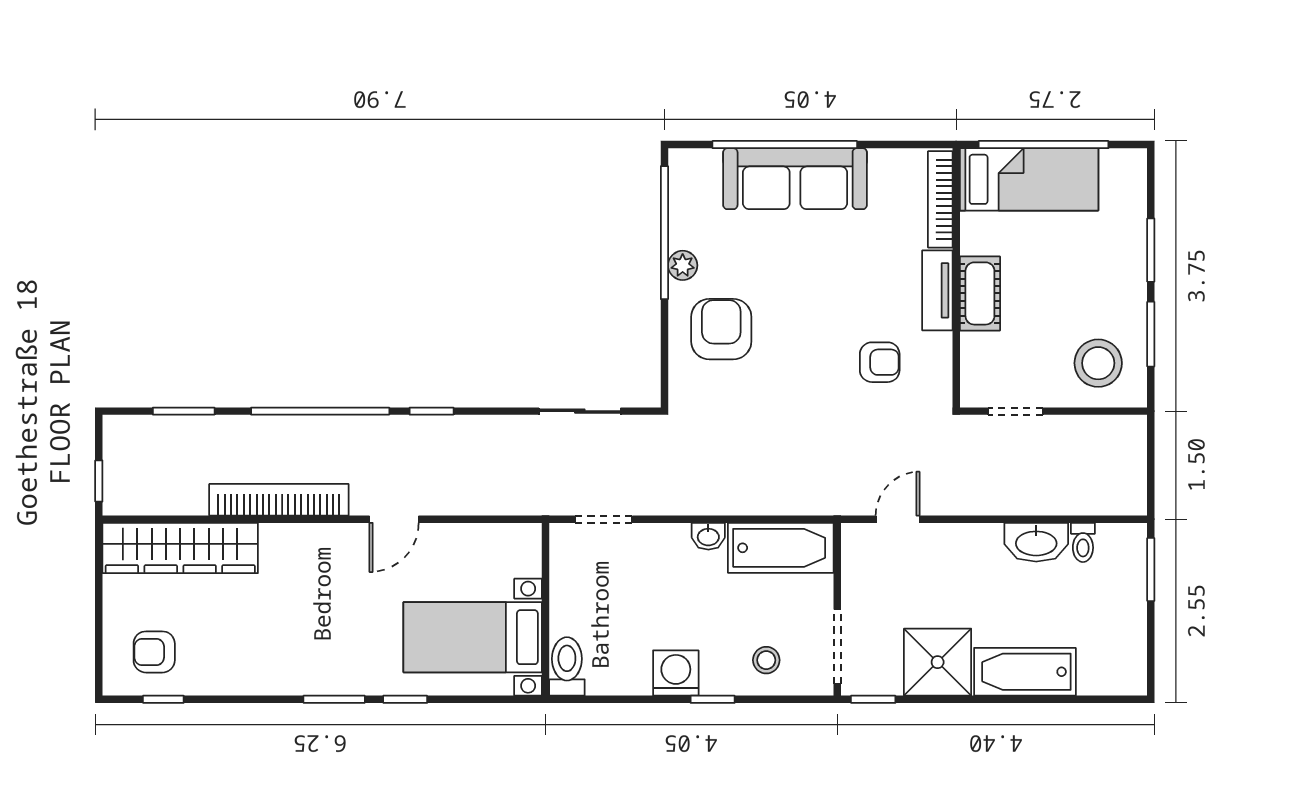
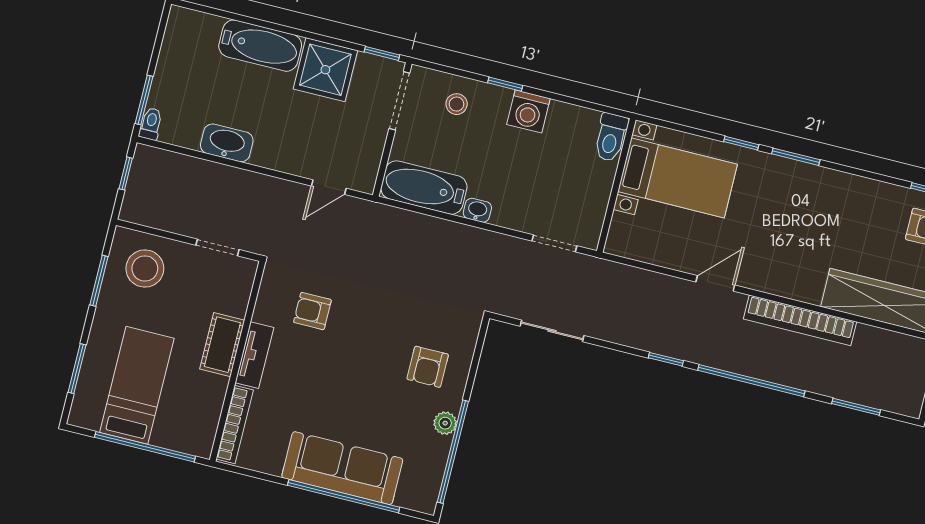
bed: (1029, 179) -> (137, 385), moved, turned 90
window: (1151, 250) -> (77, 369), moved
armchair: (721, 329) -> (428, 367), width x0.72, depth x0.72
window: (1151, 474) -> (126, 173), added
toilet: (1083, 542) -> (151, 124), moved

